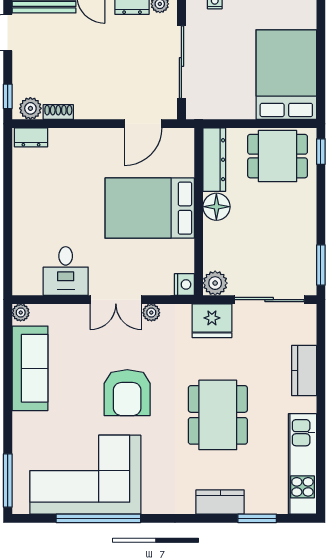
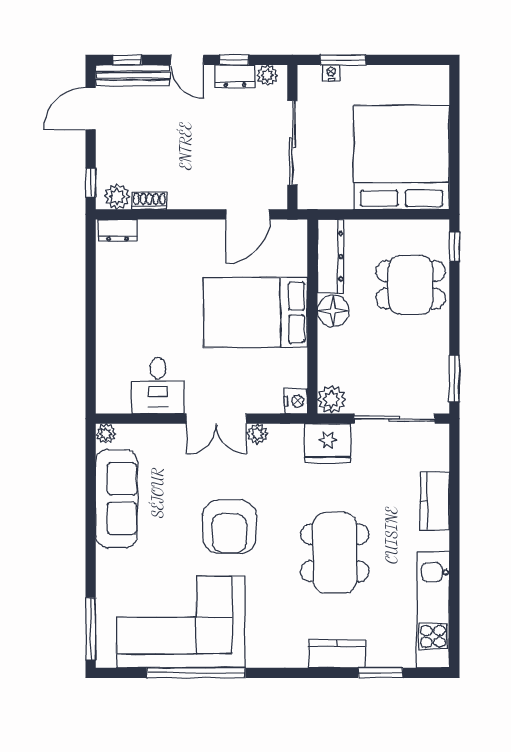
bed: (286, 75) -> (402, 157), width x1.36
dining table: (278, 156) -> (411, 285), moved

